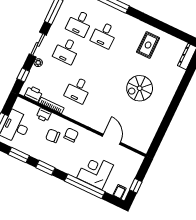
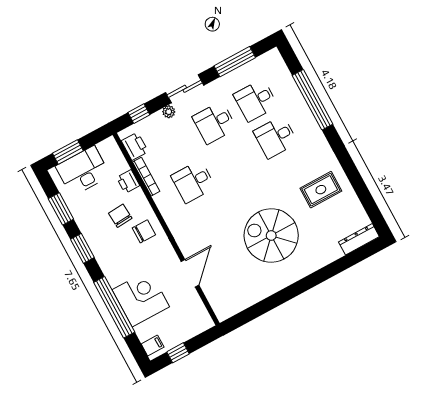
spiral stairs: (140, 88) -> (271, 236), width x1.37, depth x1.37

